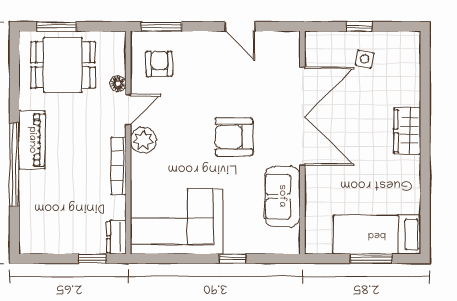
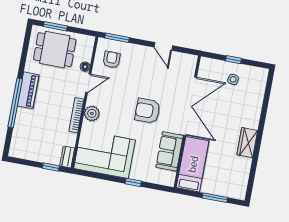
wardrobe: (407, 131) -> (247, 143), moved
plant: (143, 140) -> (92, 113), moved
bed: (377, 235) -> (193, 164), moved, turned 90

